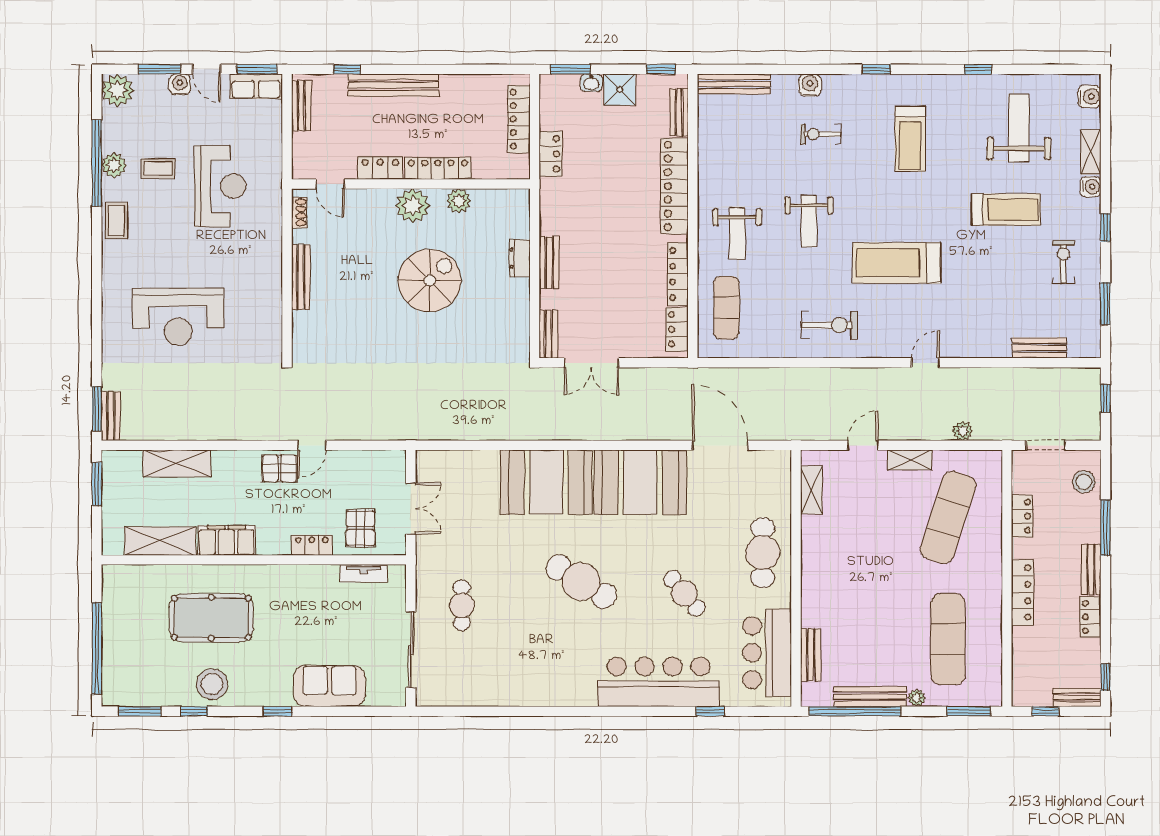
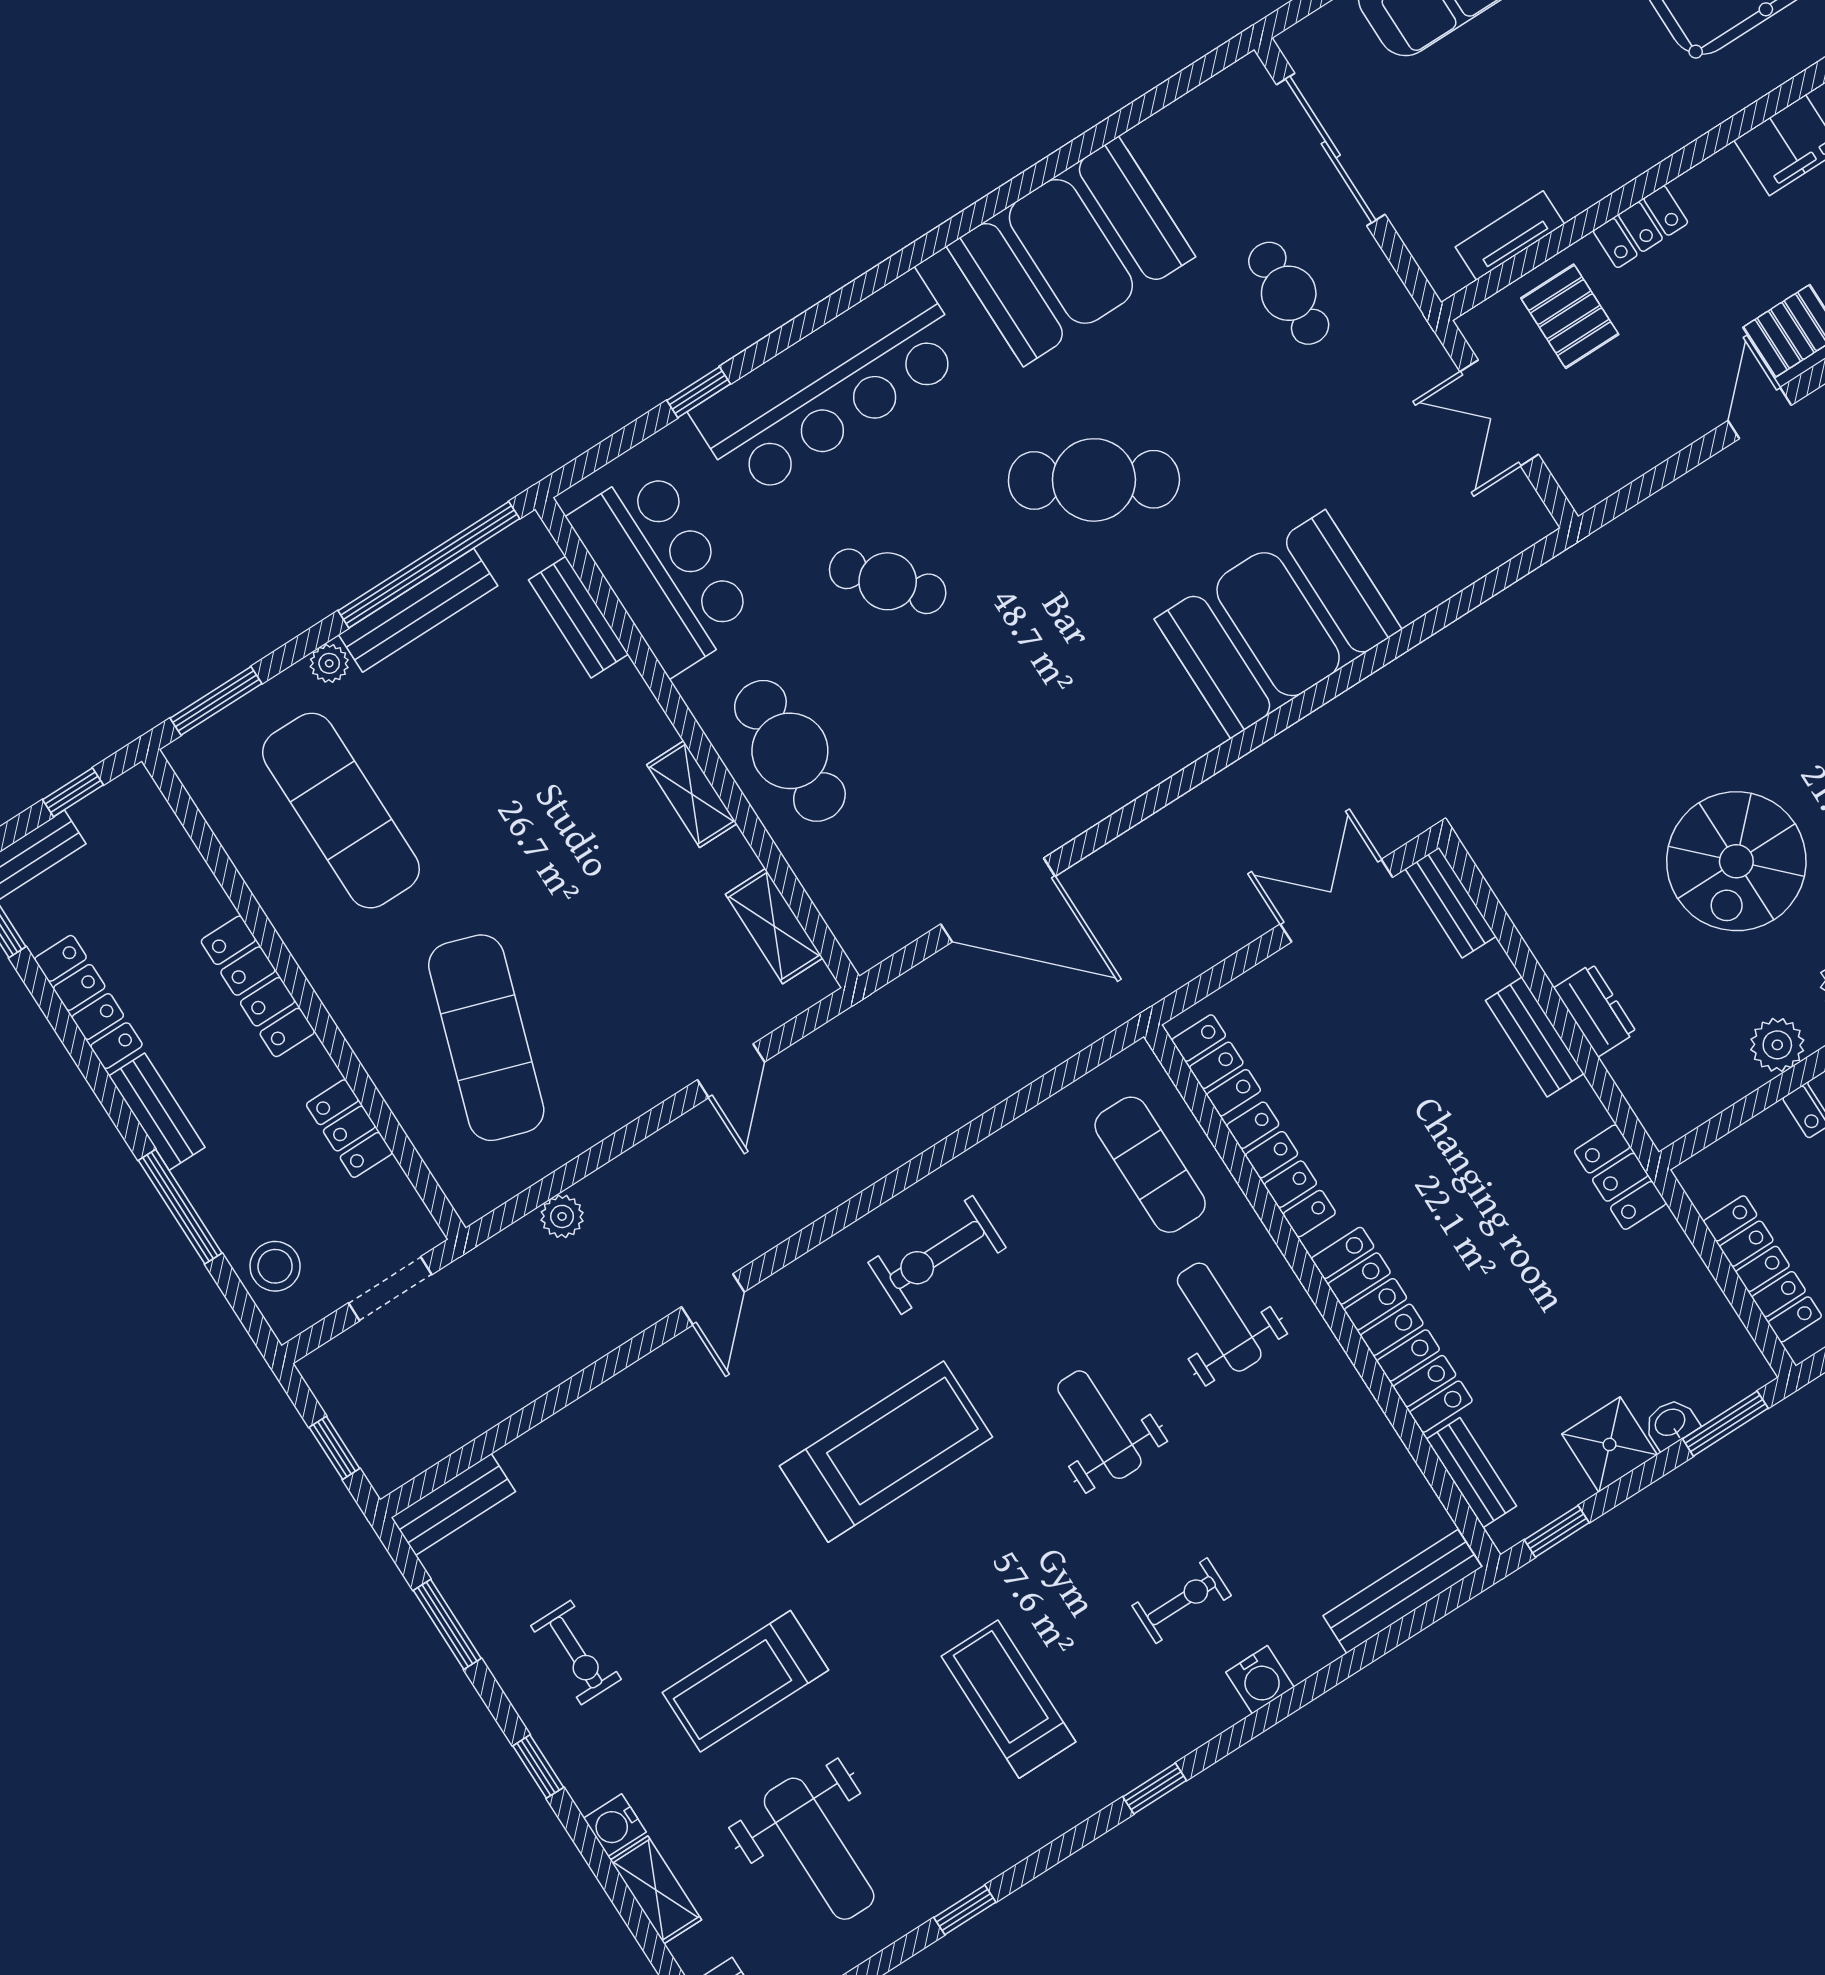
locker: (551, 154) -> (1620, 1177), moved
bench: (1039, 348) -> (453, 1504), moved
shelving: (910, 460) -> (692, 794), moved, turned 90
booth: (640, 482) -> (1071, 251), moved
locker: (1091, 617) -> (88, 1002), width x1.53

